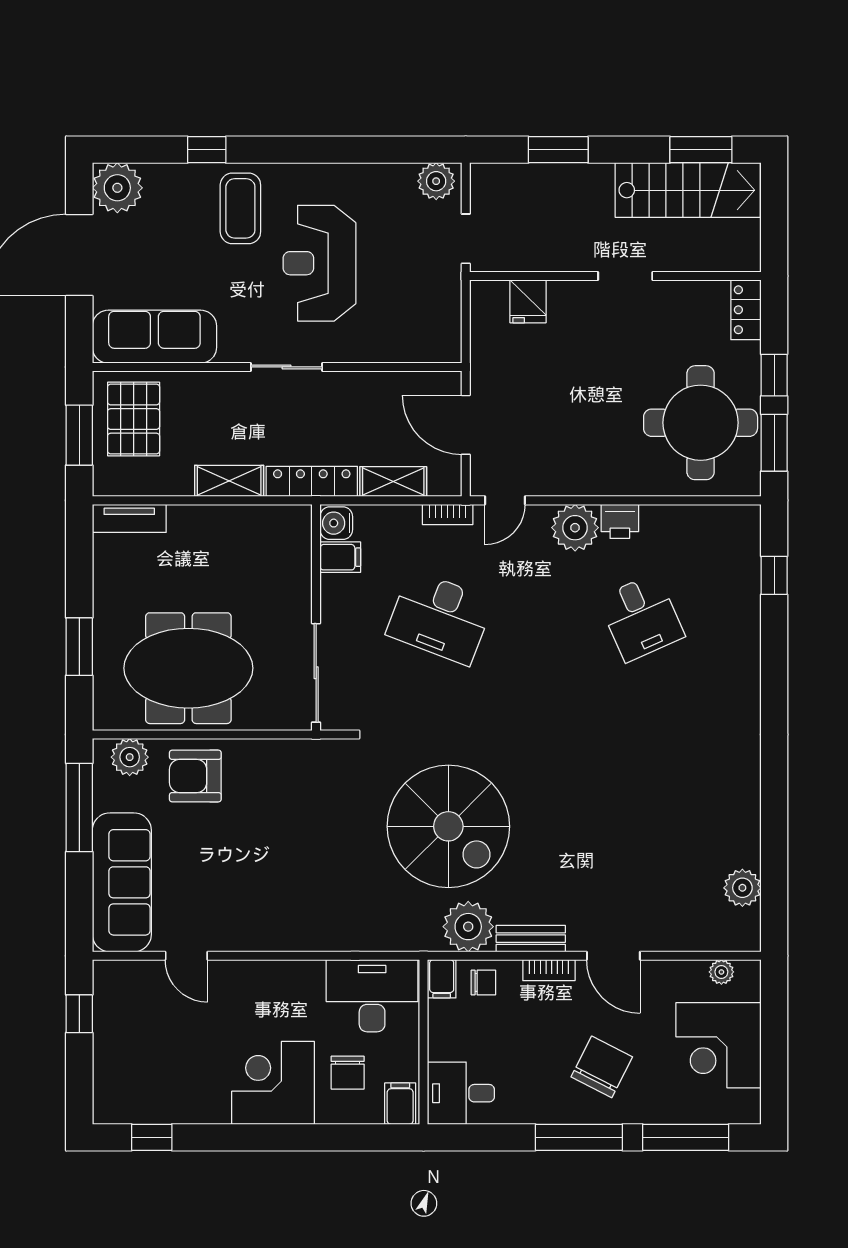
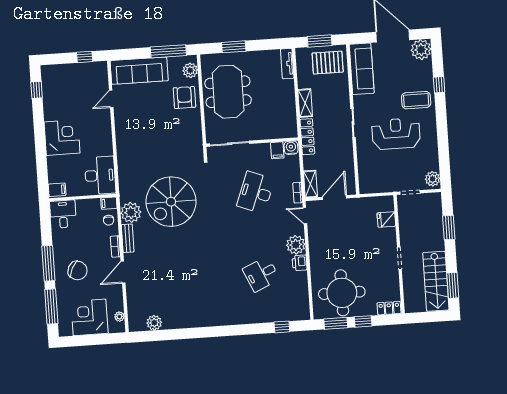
shelving: (393, 481) -> (310, 184), moved
chair: (348, 1073) -> (68, 168), removed

